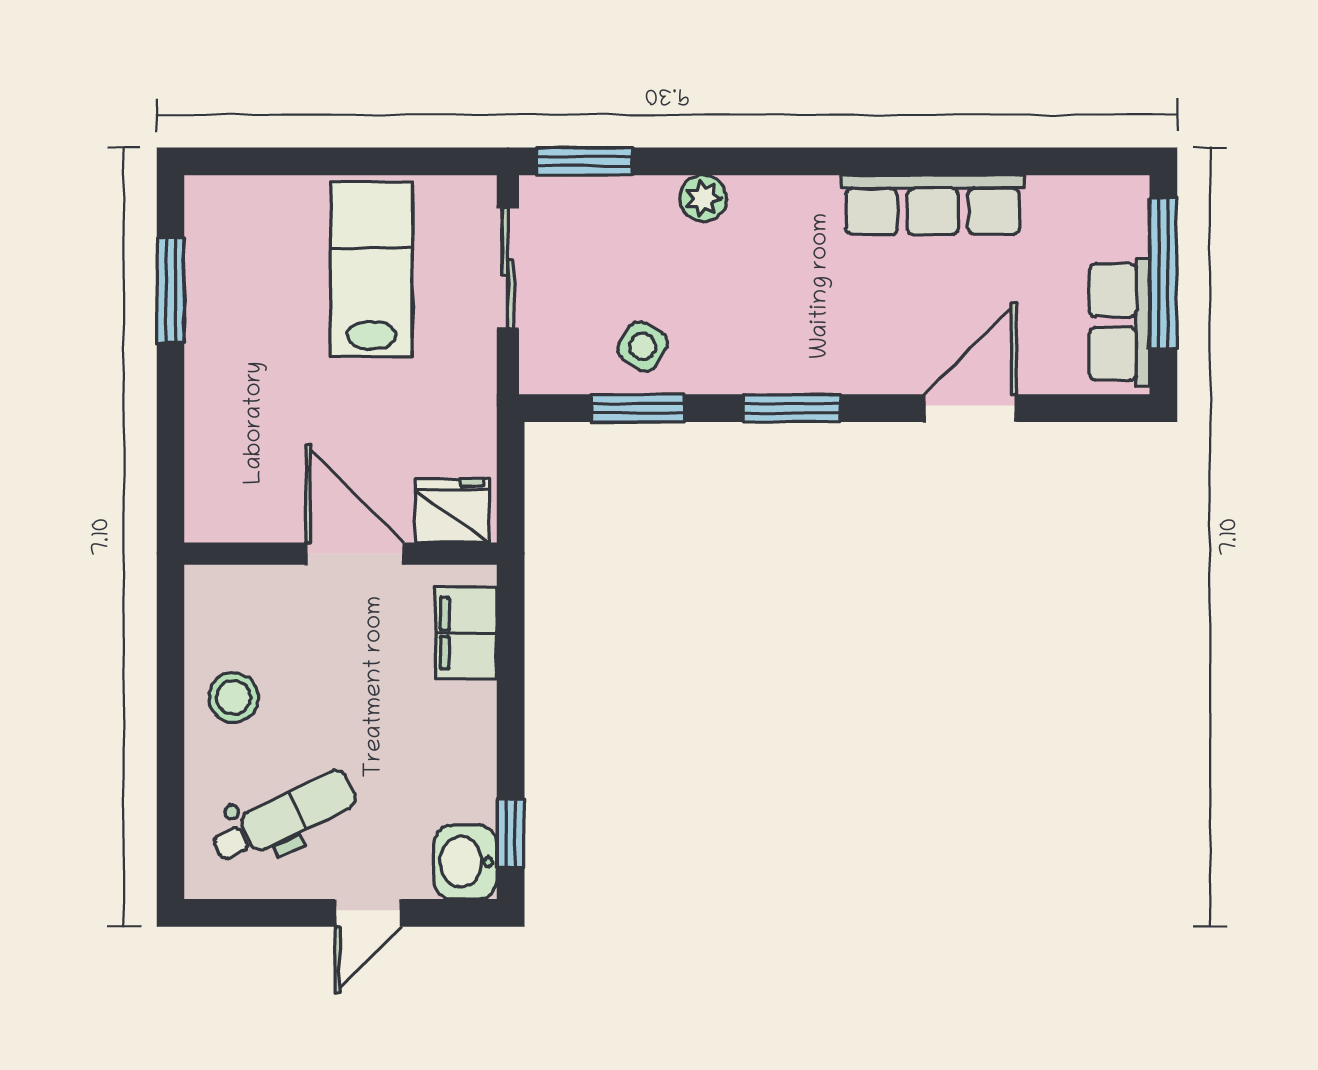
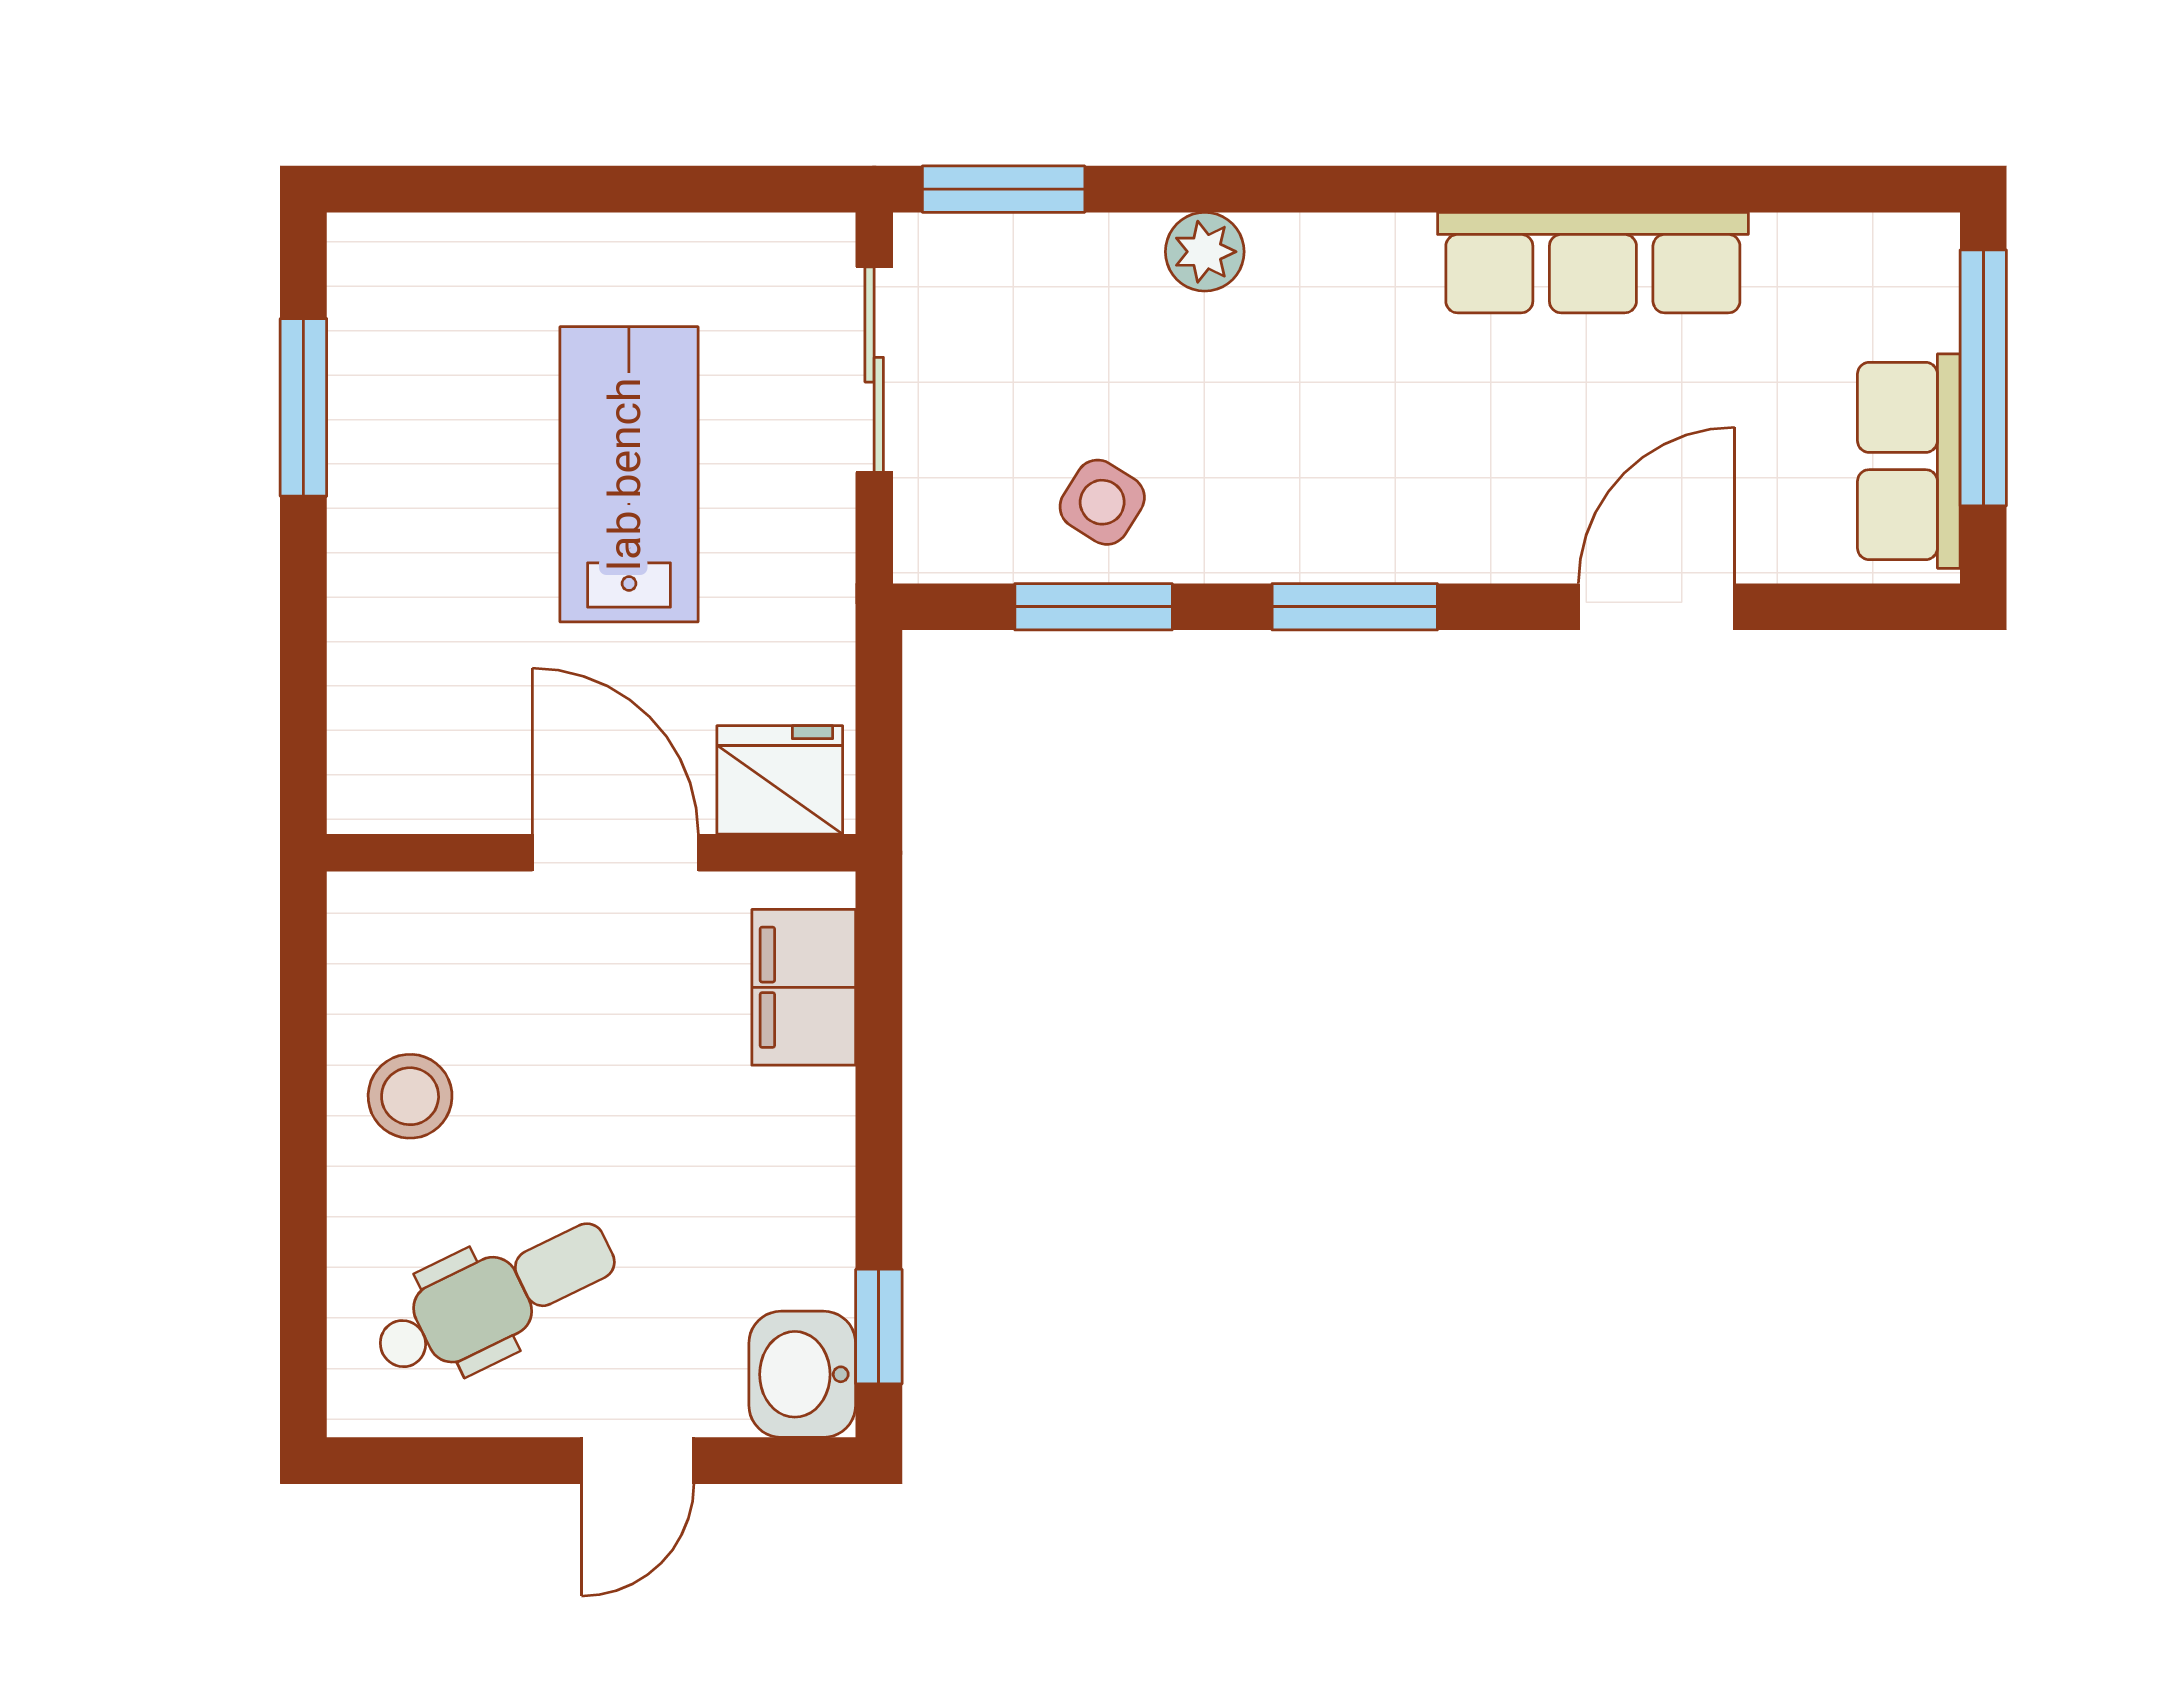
lab bench: (372, 269) -> (629, 474), moved

